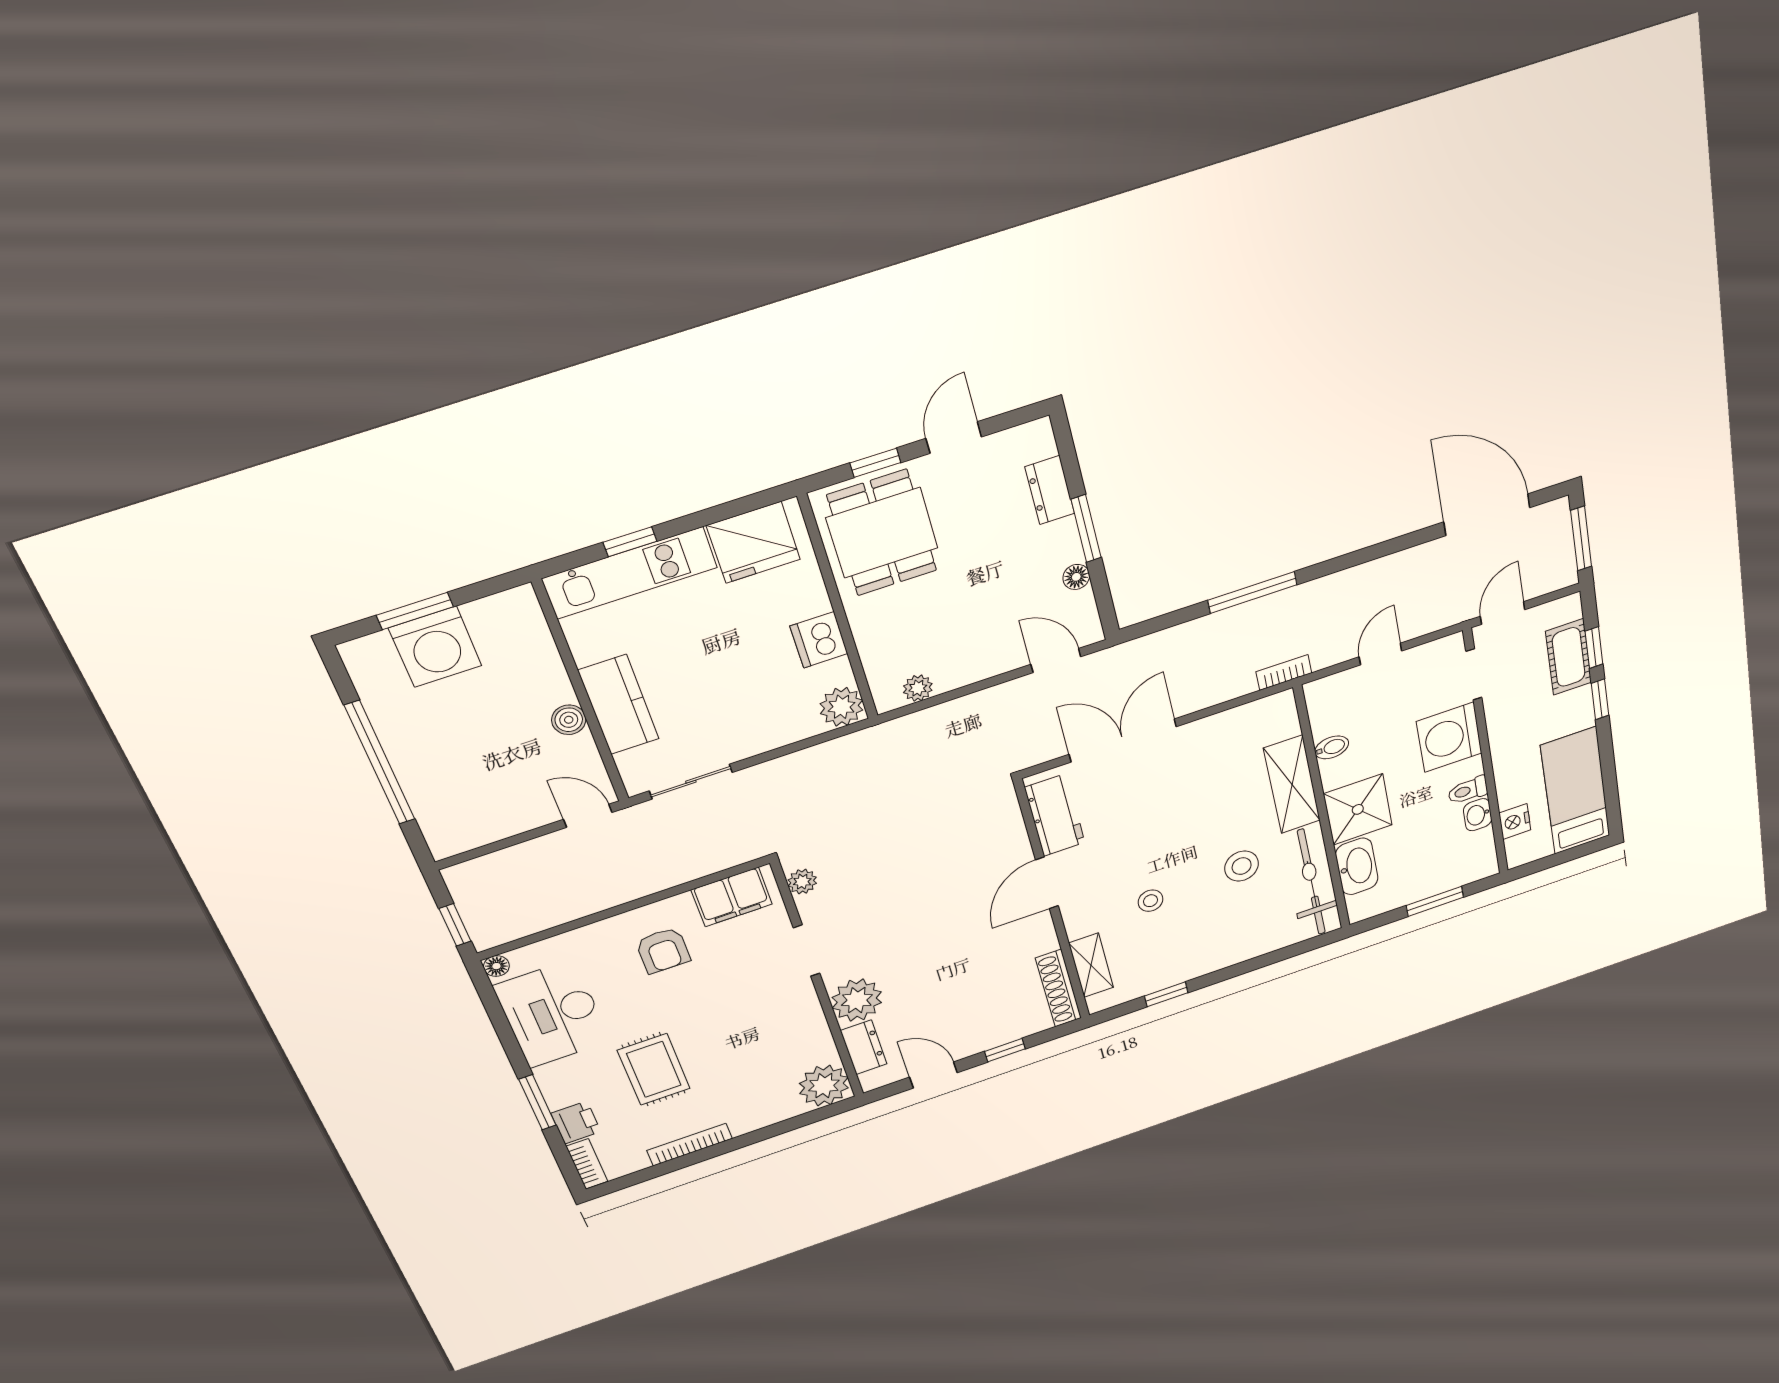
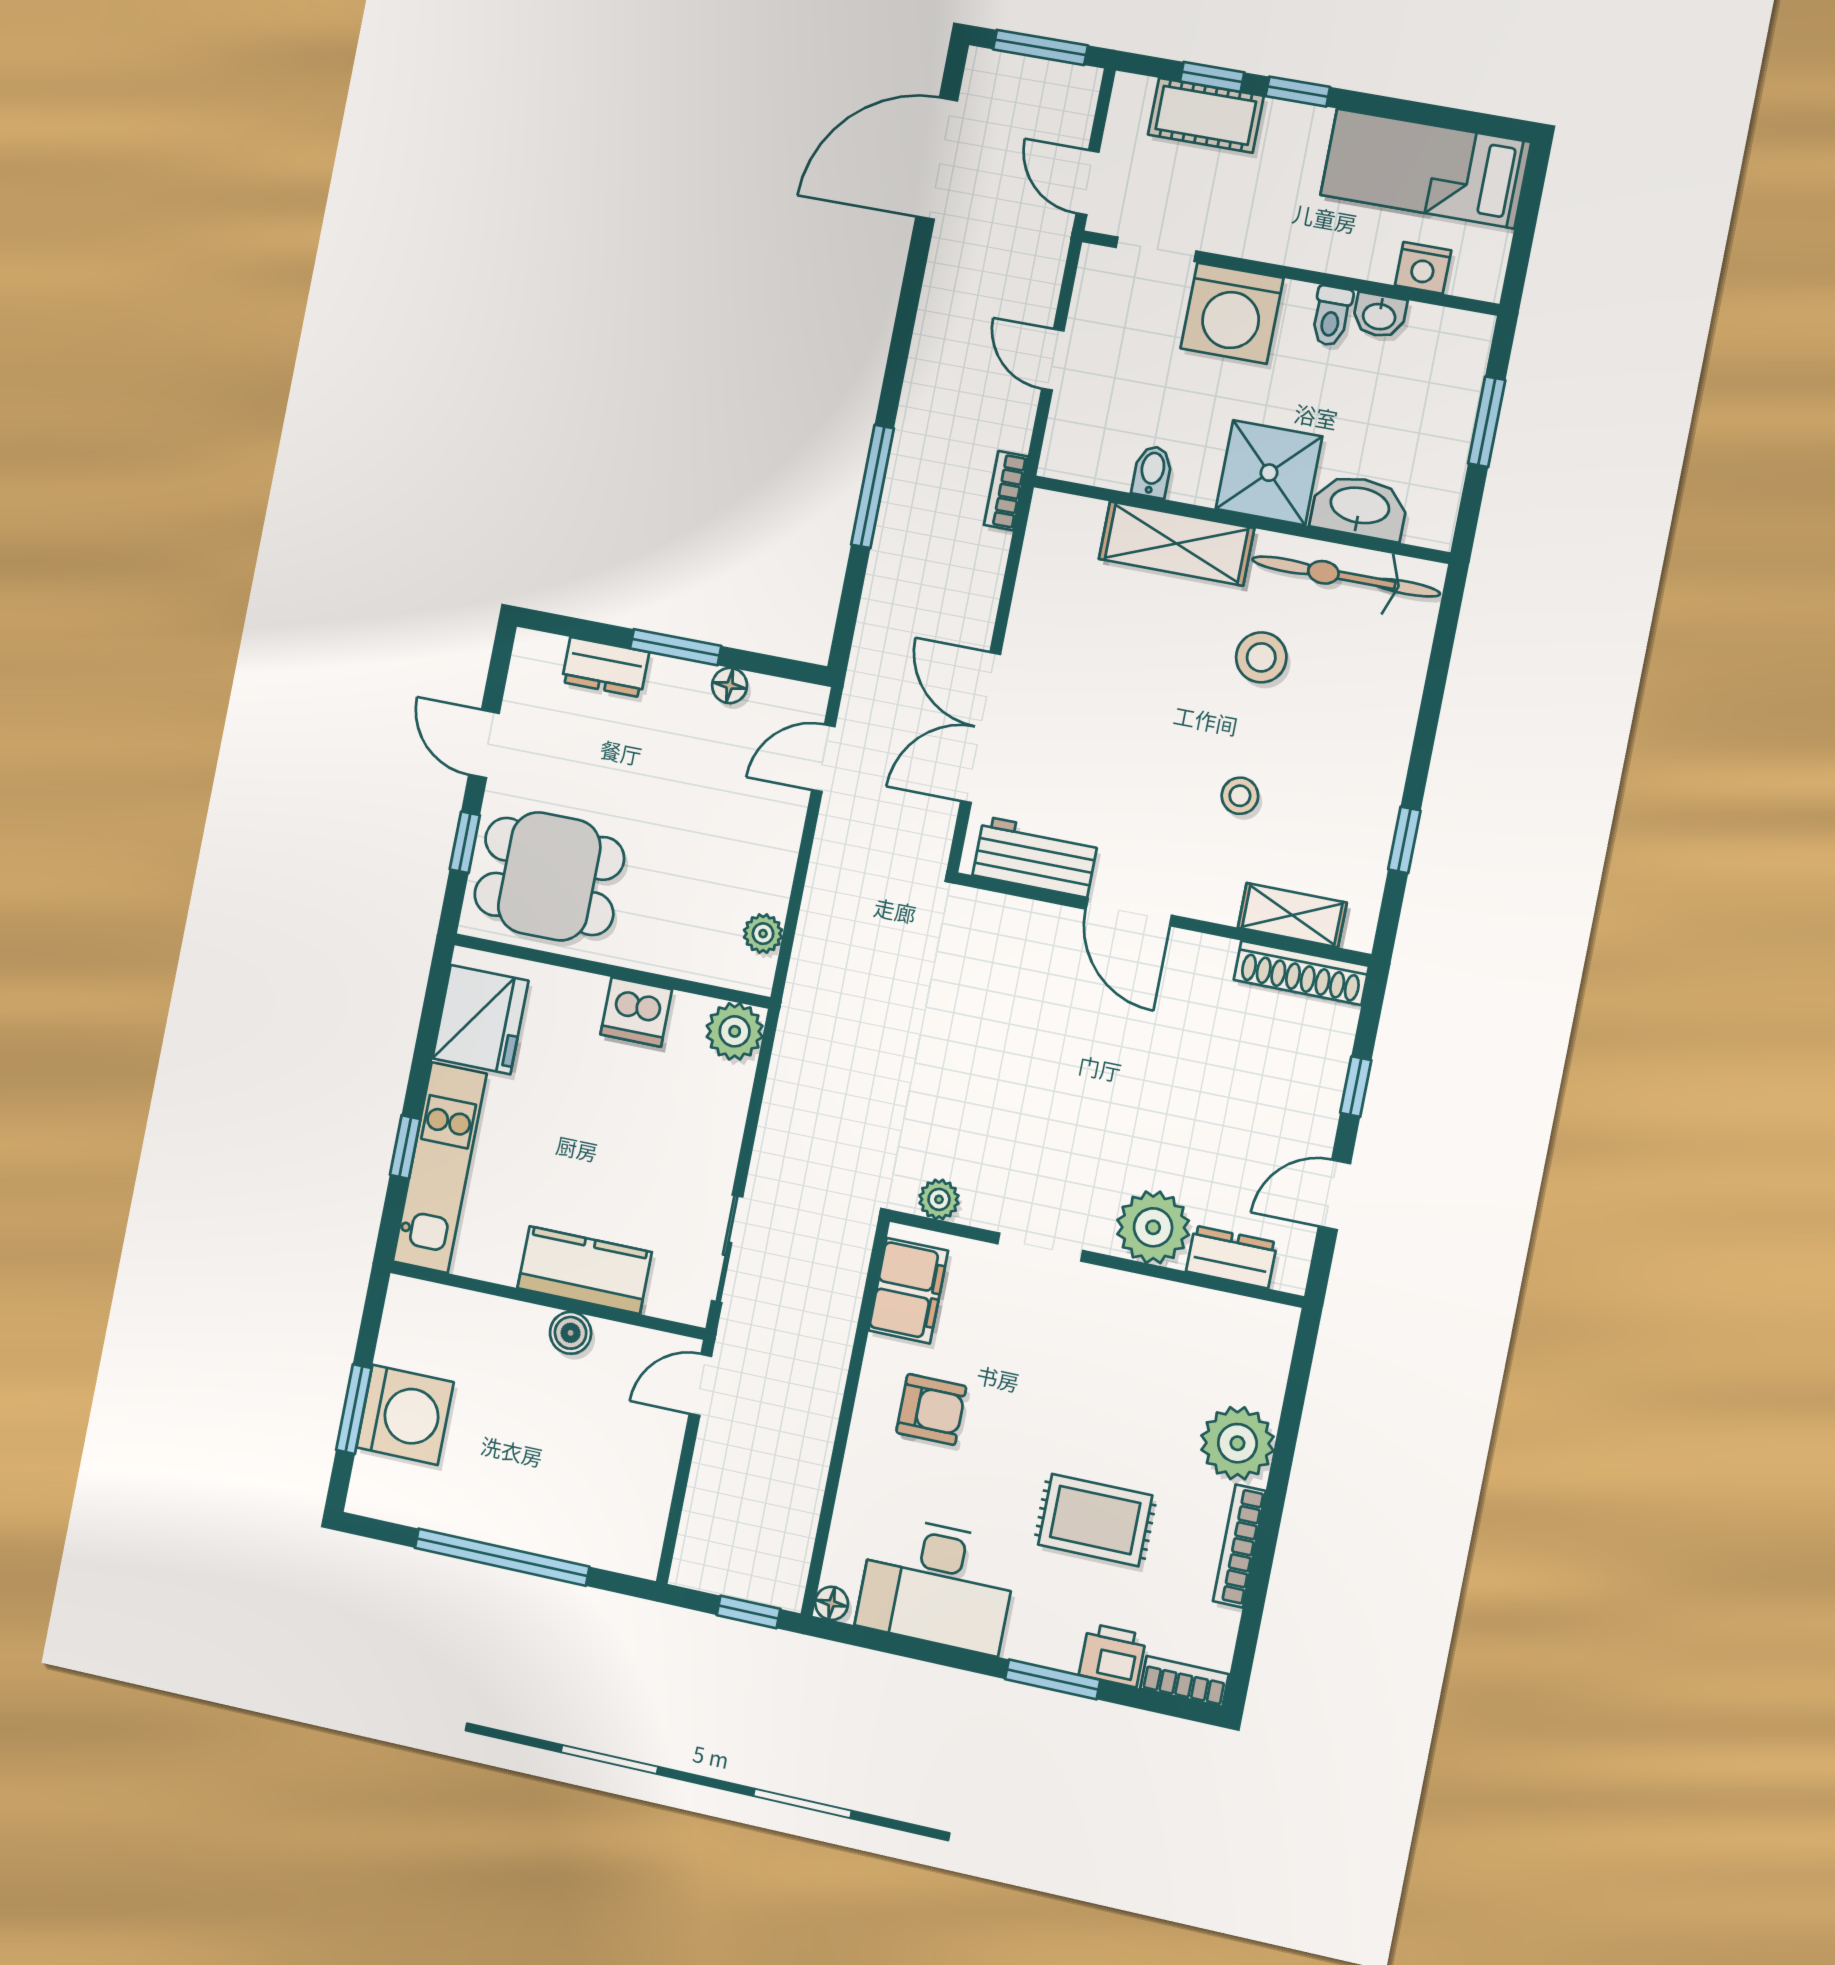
plant: (824, 1086) -> (1237, 1443), moved

